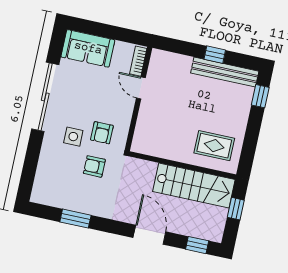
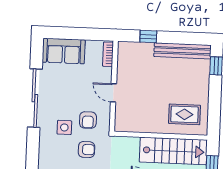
window: (215, 55) -> (148, 37), moved
door: (141, 88) -> (113, 93), moved
armchair: (94, 166) -> (87, 150), turned 180

